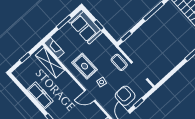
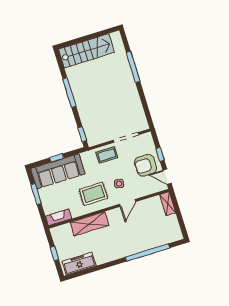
sofa: (85, 27) -> (58, 171), width x1.36
shelving: (50, 63) -> (89, 224), moved
freezer: (40, 96) -> (79, 264), moved

